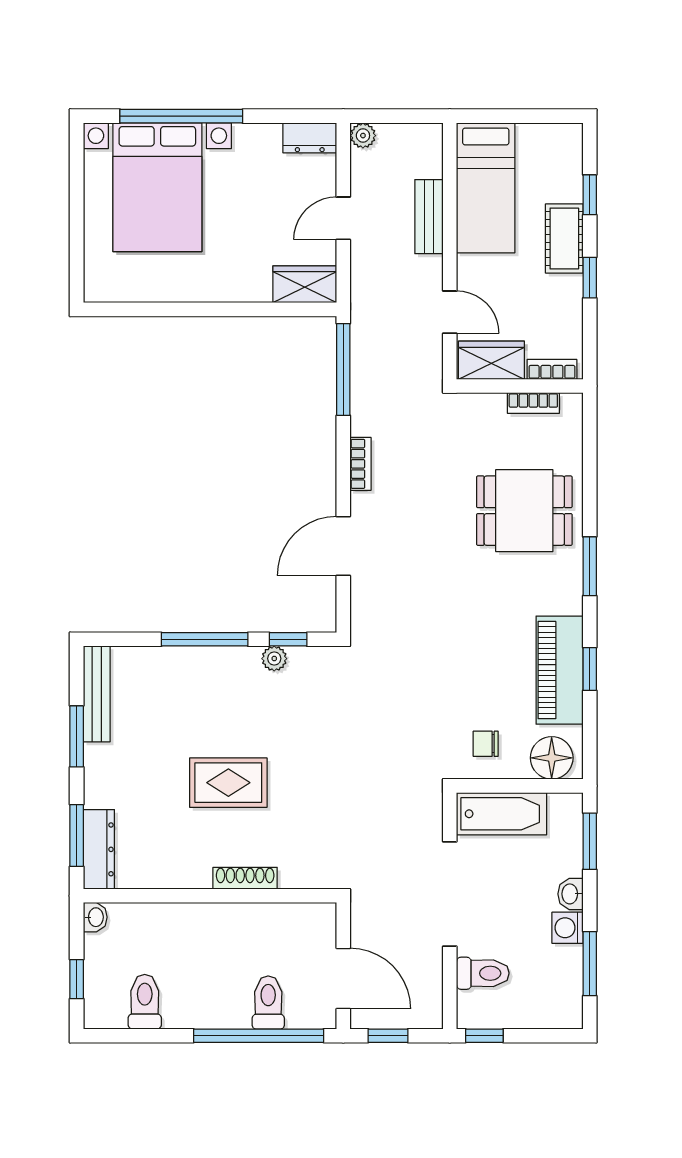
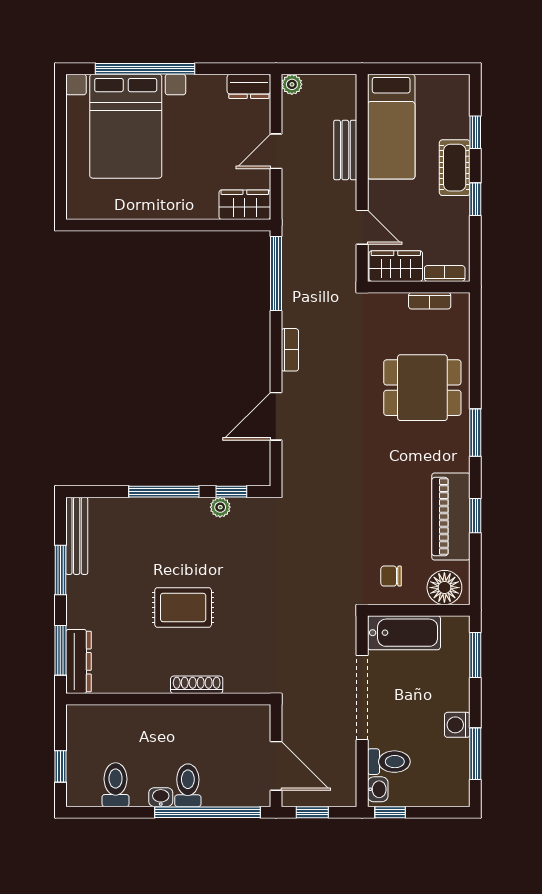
washbasin: (571, 894) -> (378, 789), moved, turned 180
washbasin: (95, 917) -> (161, 797), moved, turned -90
toilet: (268, 1003) -> (188, 785), moved

